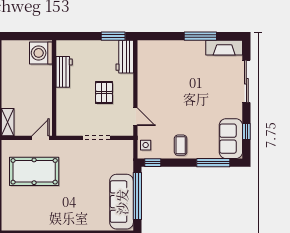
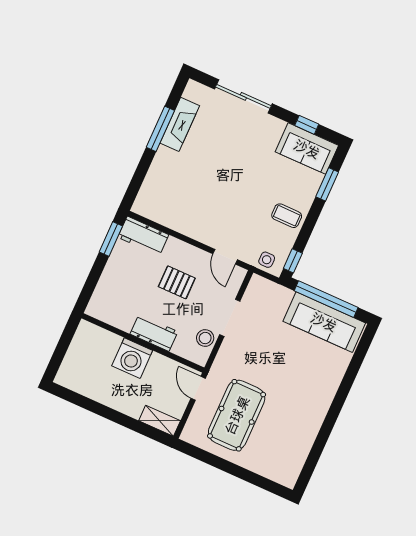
fireplace: (224, 48) -> (180, 124), moved
washing machine: (41, 53) -> (132, 358), moved
workbench: (64, 72) -> (154, 333), moved
door: (135, 117) -> (225, 257), swing flipped
stool: (76, 128) -> (205, 338), added
window: (213, 163) -> (327, 184), width x0.69

